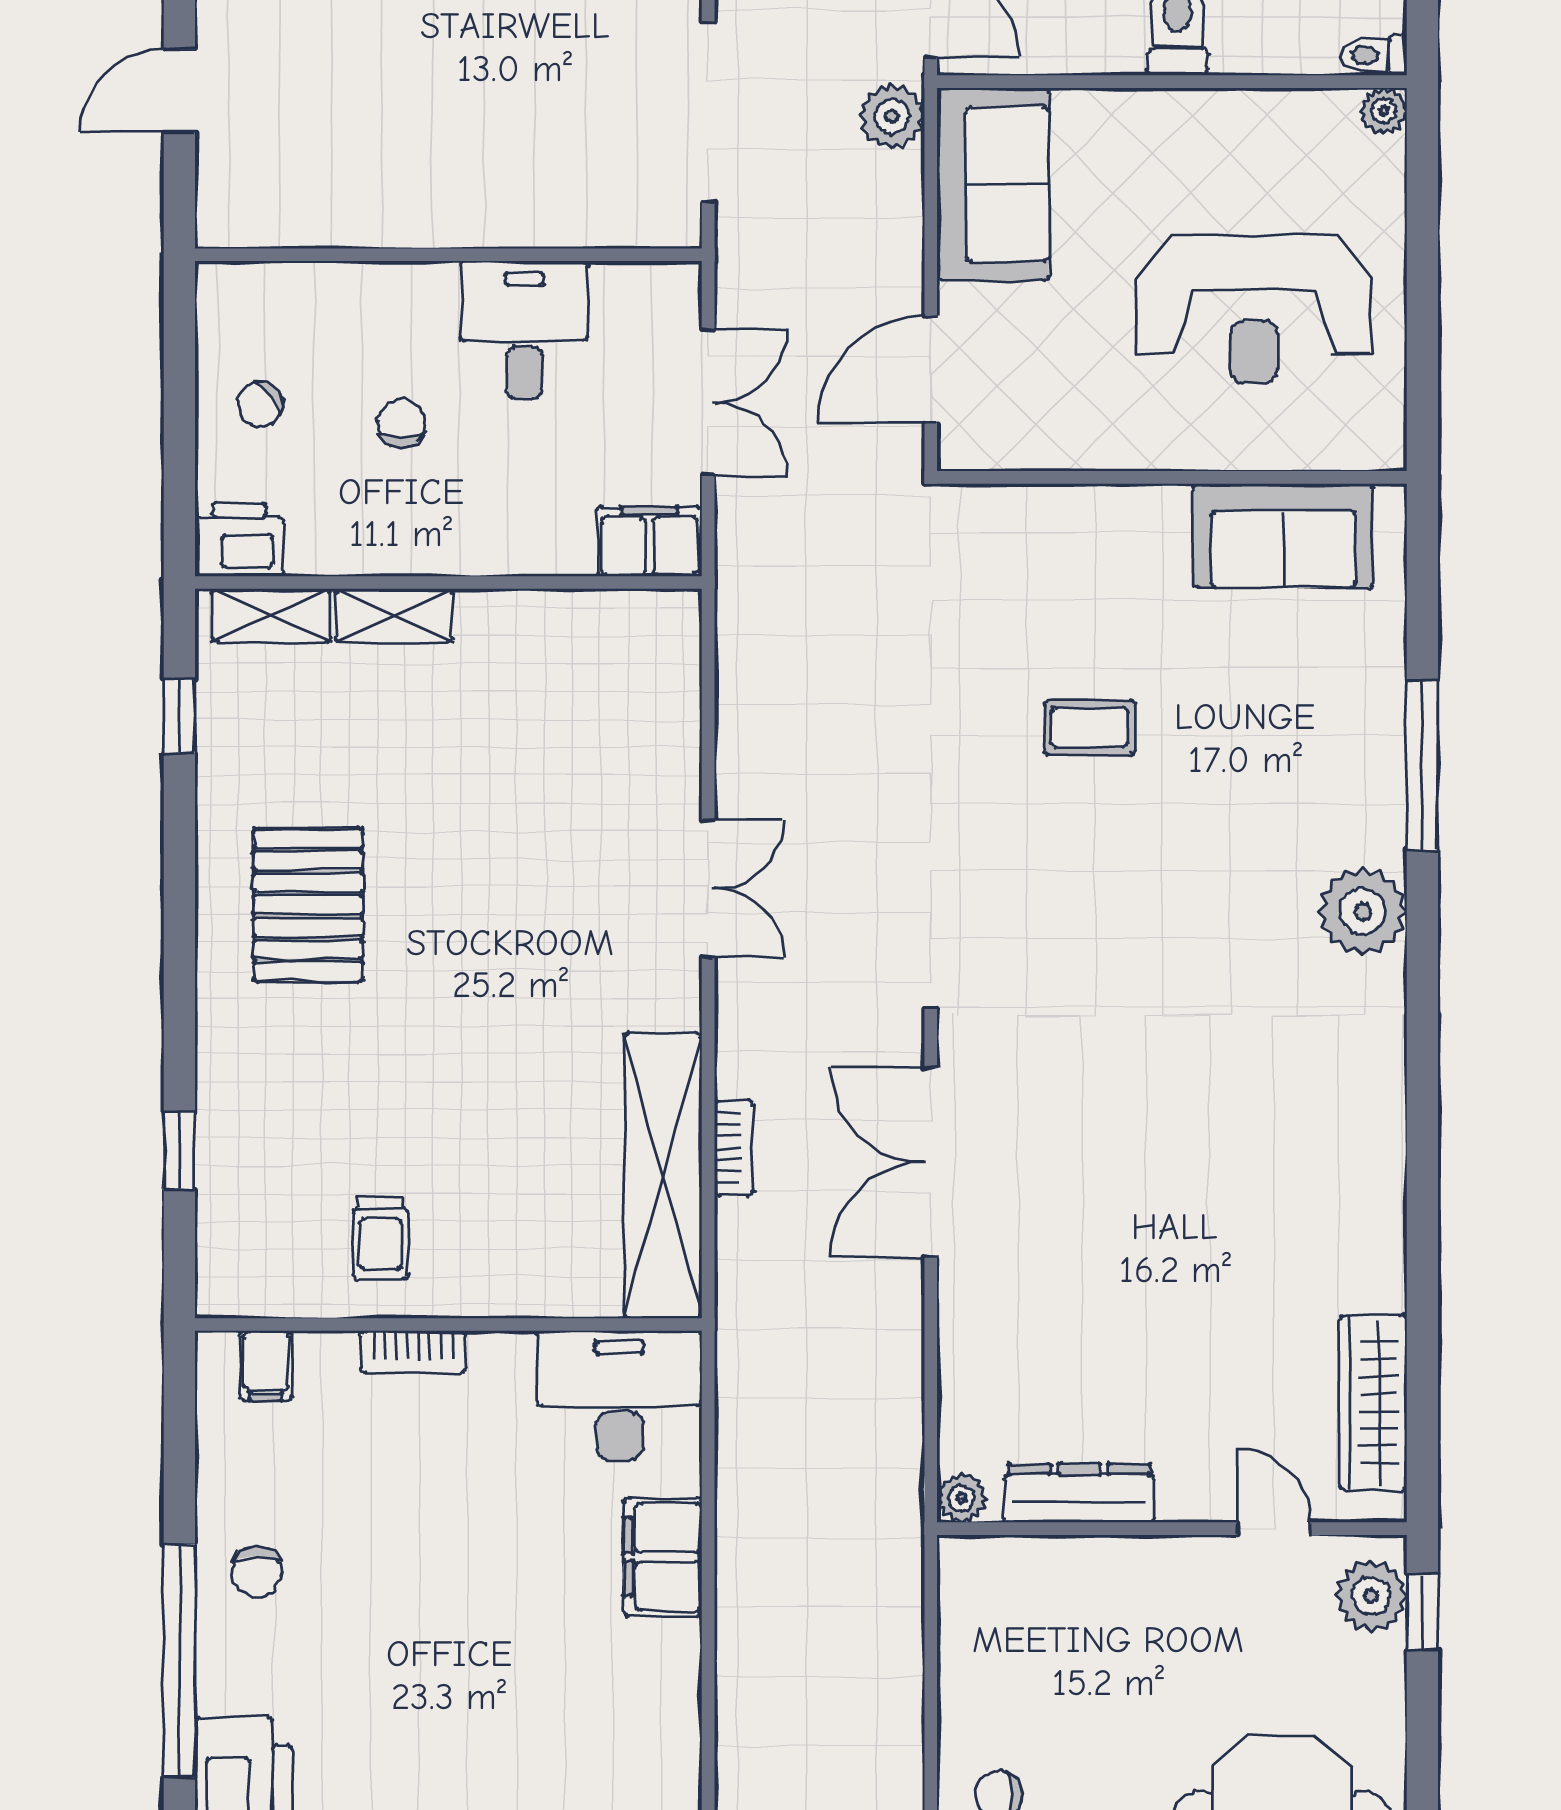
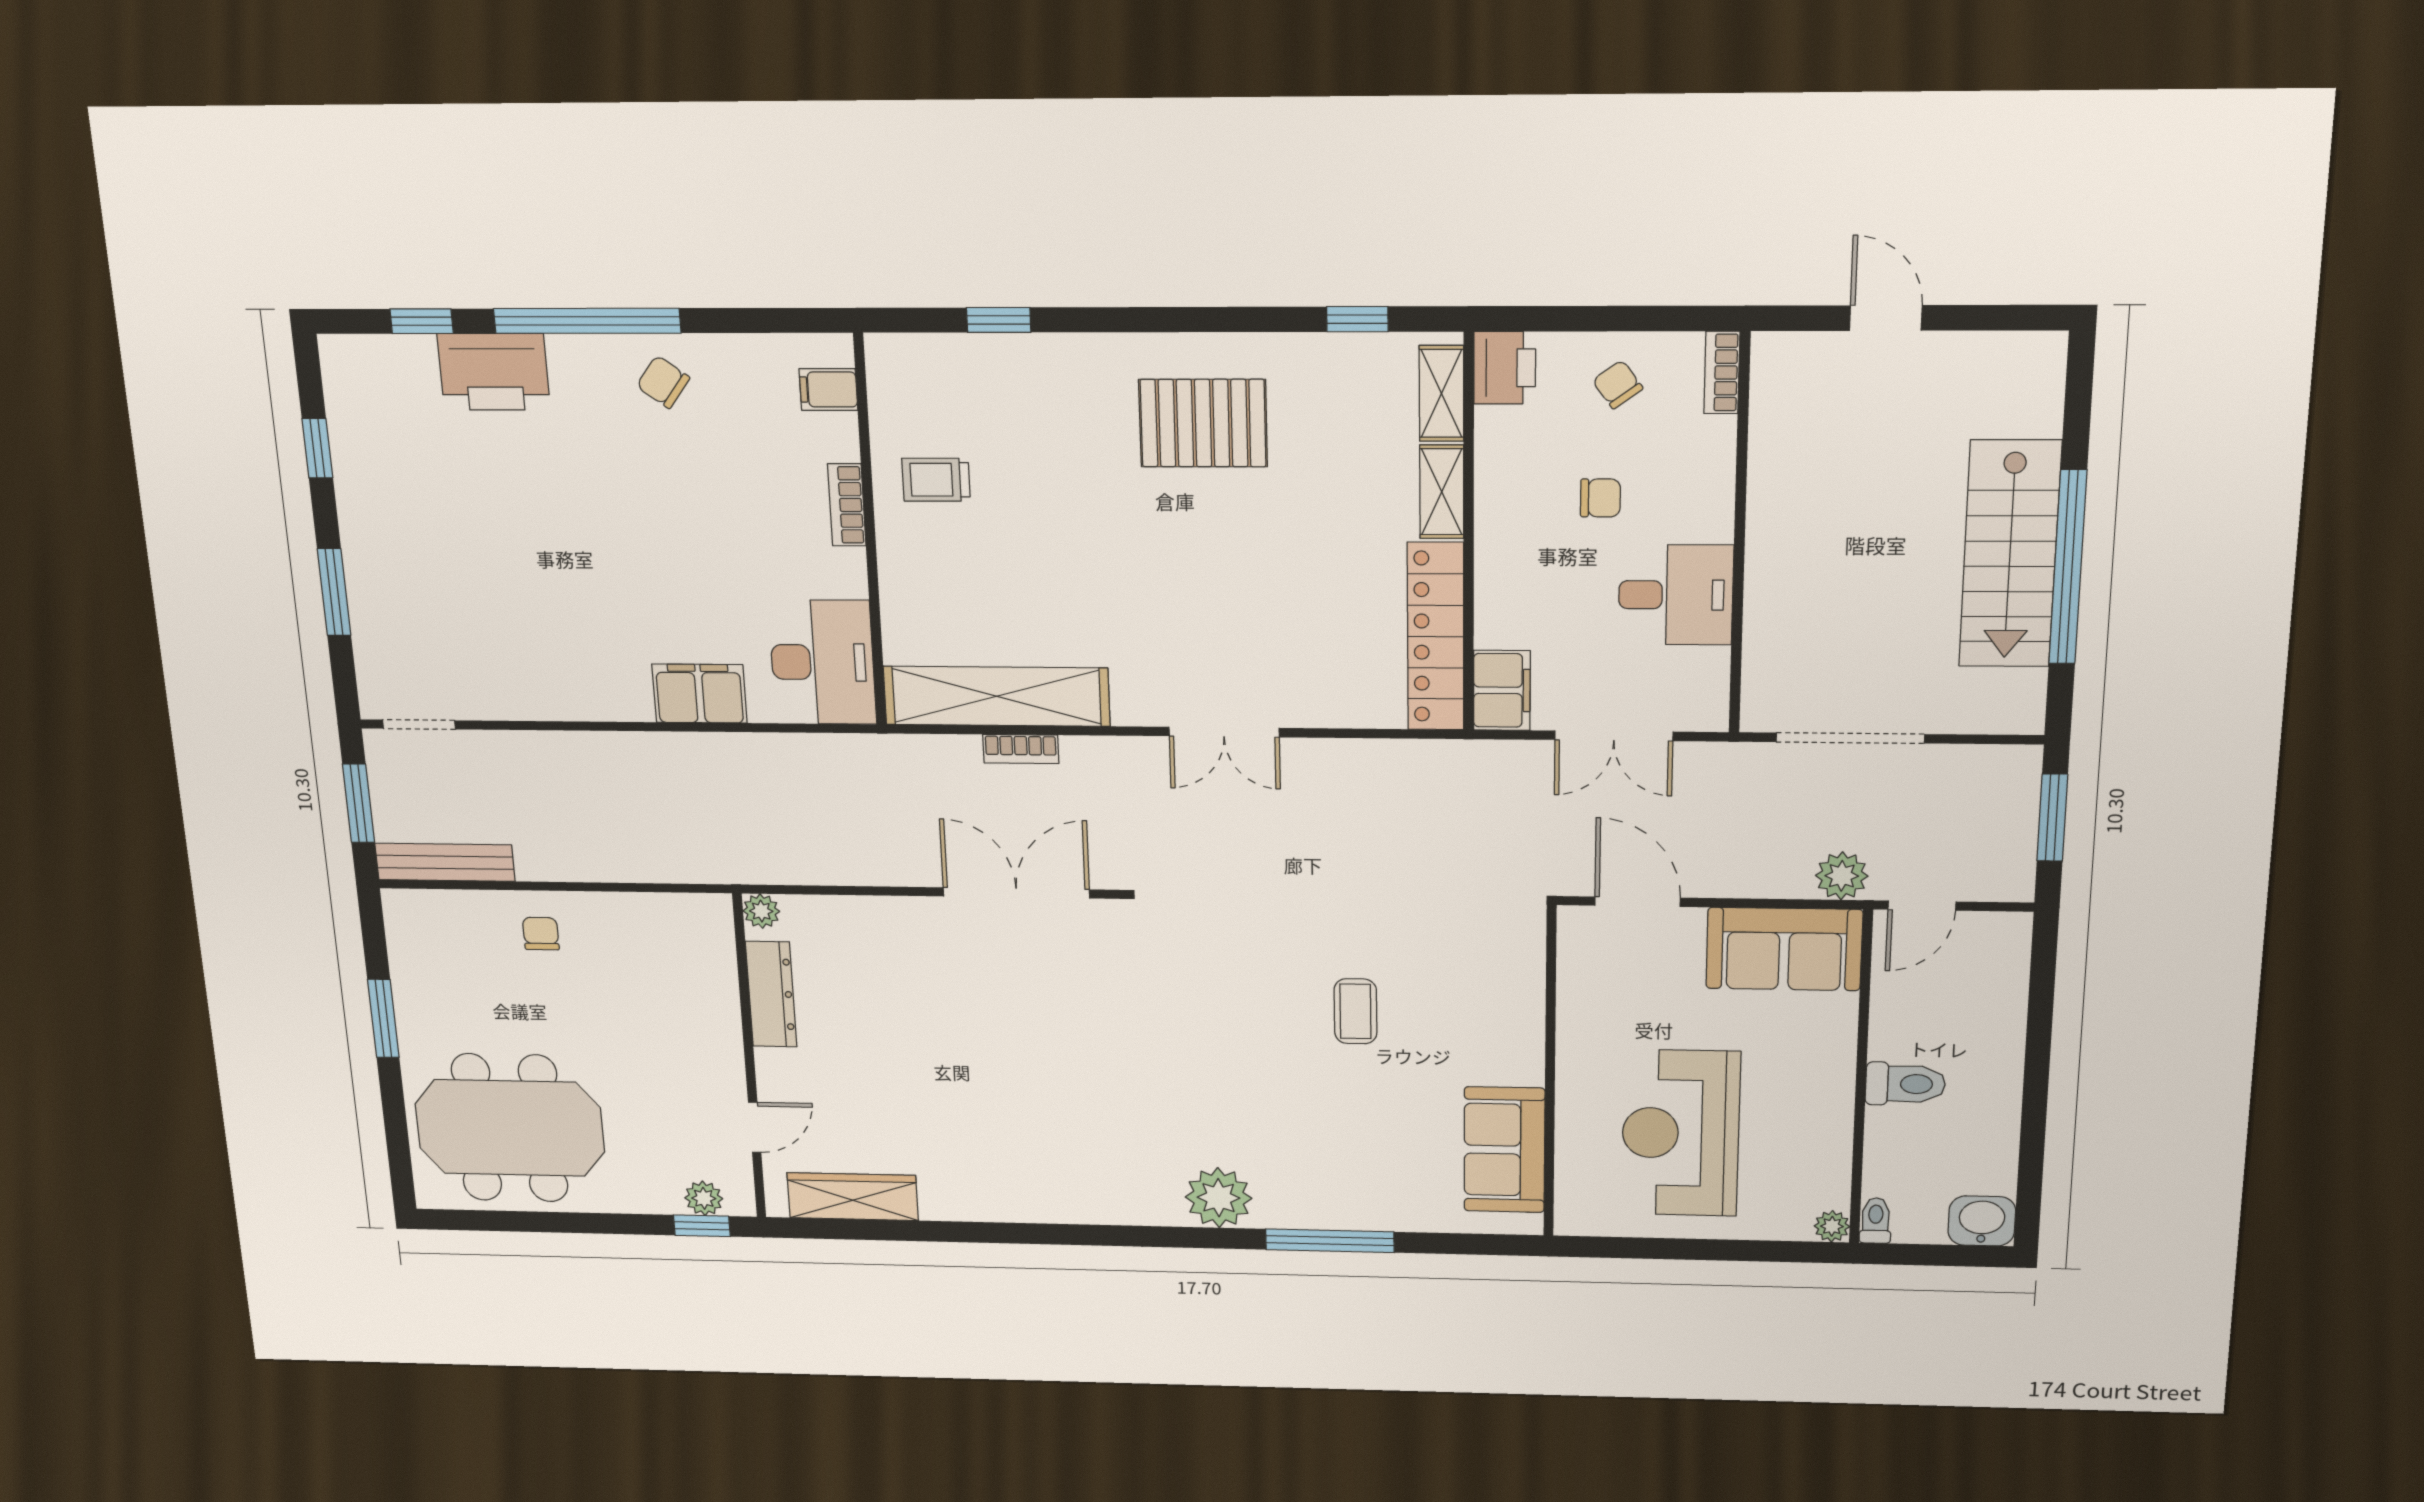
bookcase: (245, 281) -> (1722, 372), added
locker: (580, 623) -> (1436, 637), added
chair: (256, 1572) -> (663, 382), turned 36
plant: (1371, 1596) -> (704, 1198), width x0.73, depth x0.73

